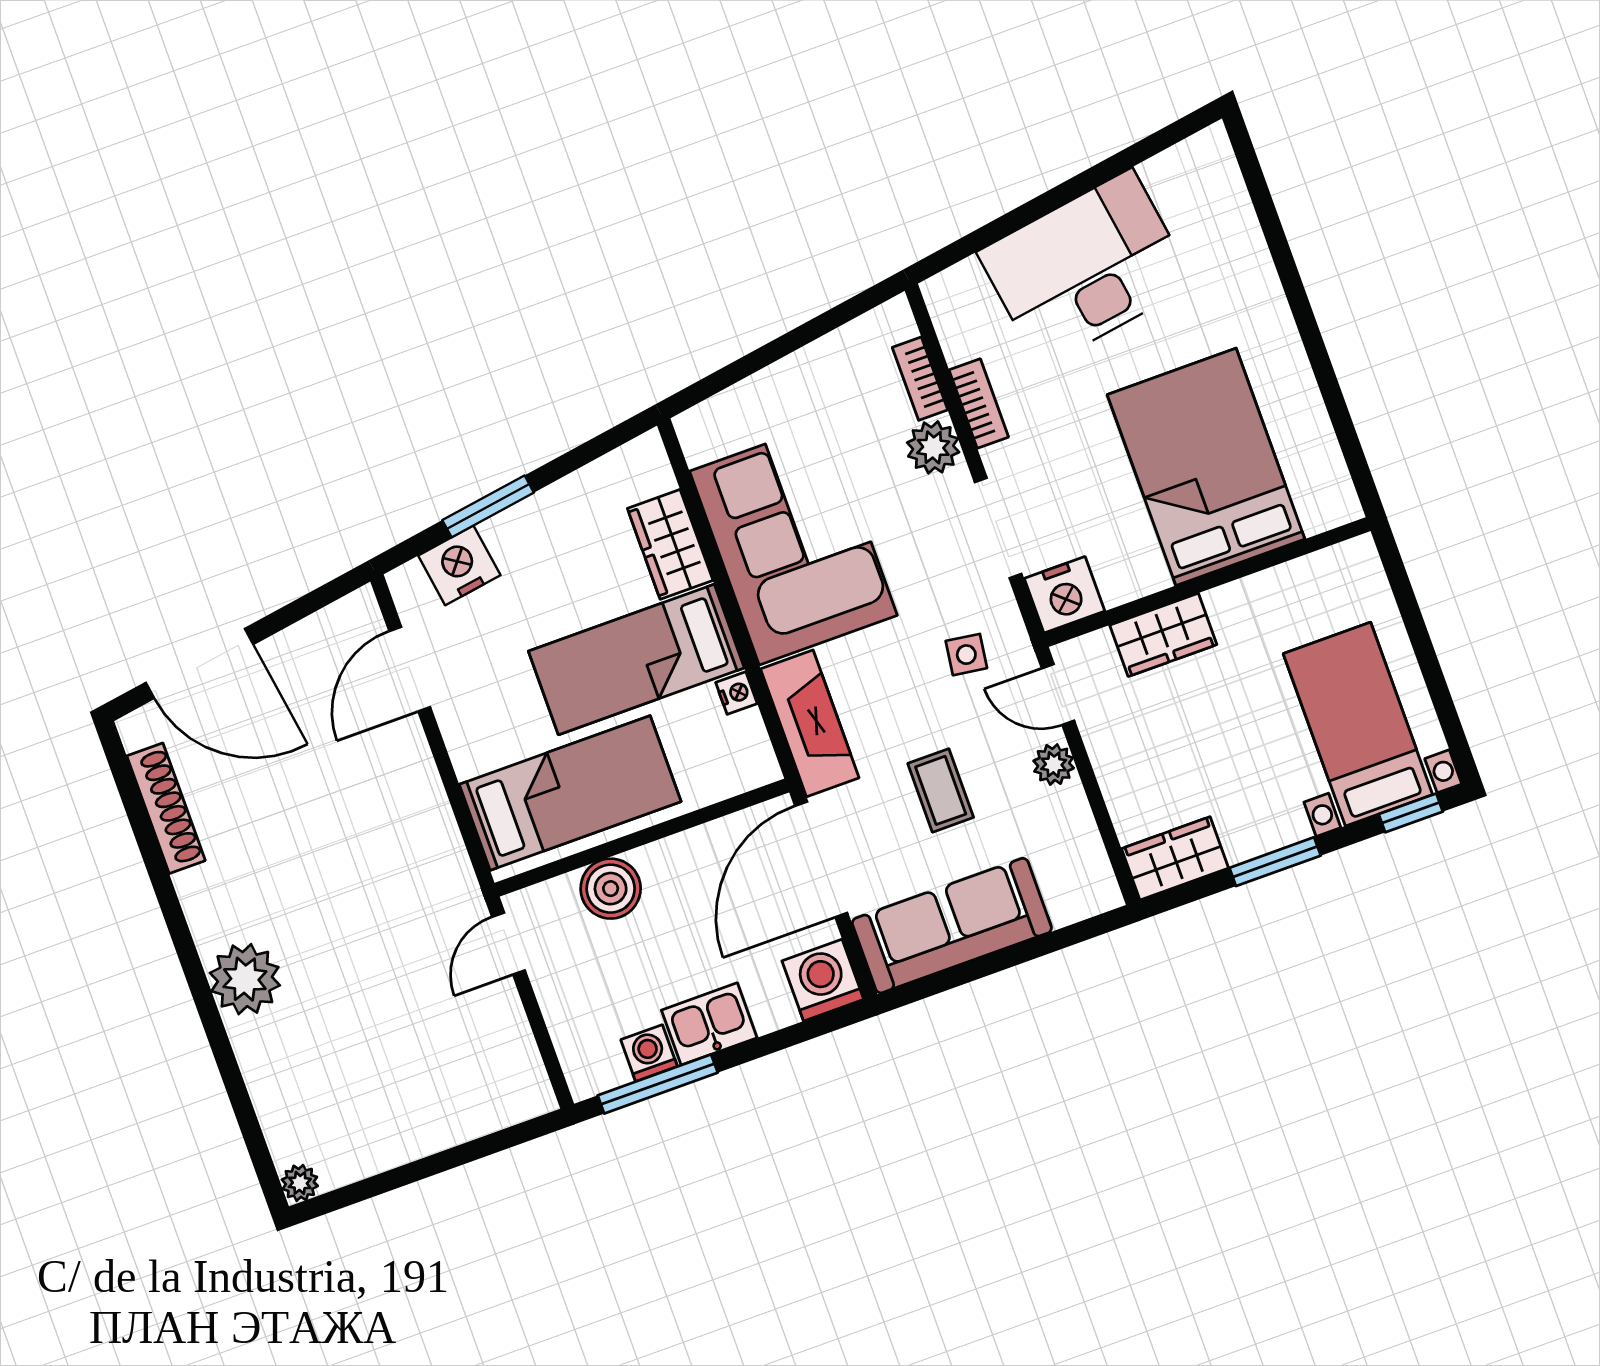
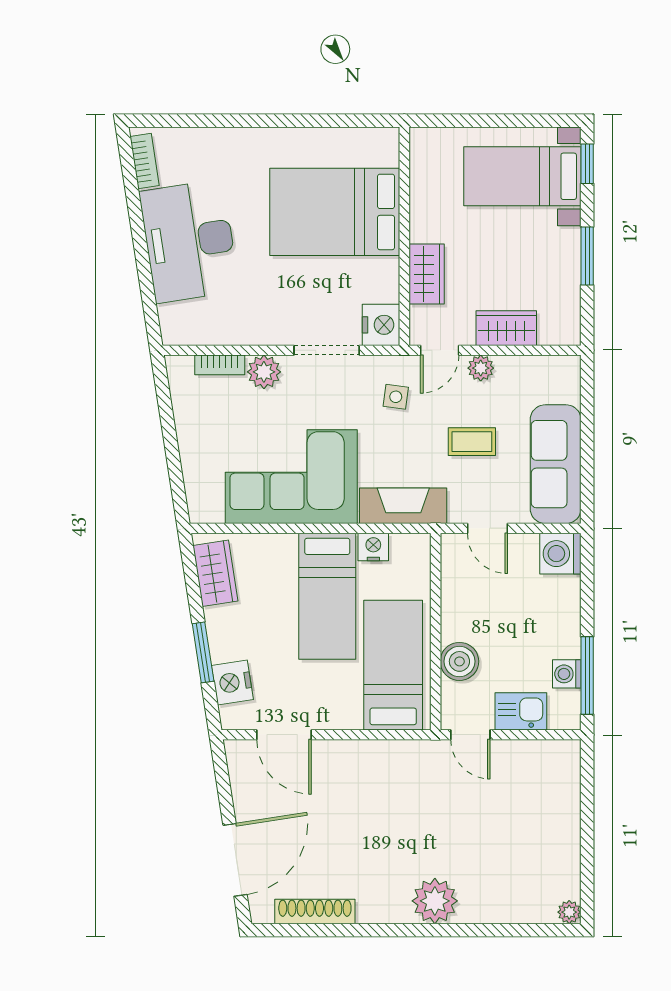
bookcase: (979, 403) -> (145, 161), moved, turned 81
wardrobe: (670, 544) -> (215, 573), moved, turned -99
nightstand: (736, 693) -> (373, 547), width x1.39, depth x1.35
wardrobe: (1175, 858) -> (506, 328), moved, turned 90
door: (821, 859) -> (487, 528), width x0.53
kitchen sink: (709, 1024) -> (521, 711), moved, turned 90

